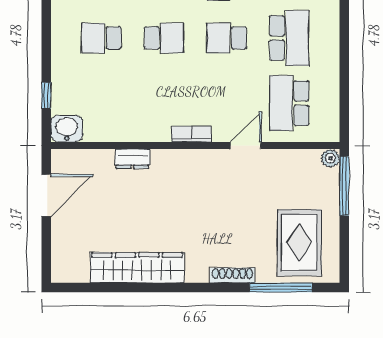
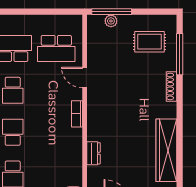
plant: (330, 158) -> (111, 21), moved
rug: (299, 243) -> (150, 42), width x0.73, depth x0.70

